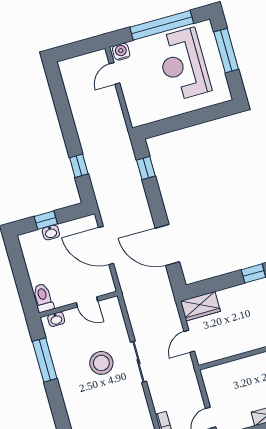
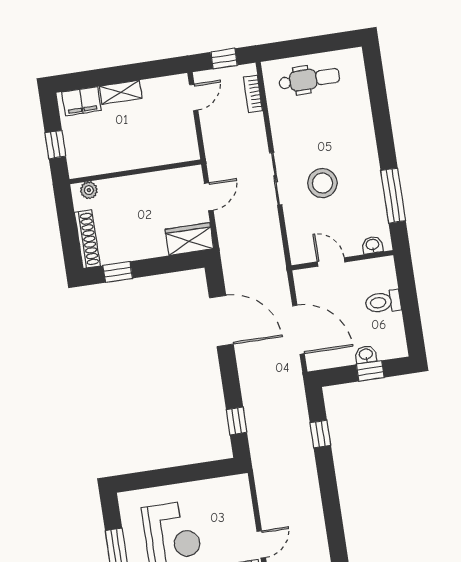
toilet: (43, 298) -> (383, 302), moved, turned 90

